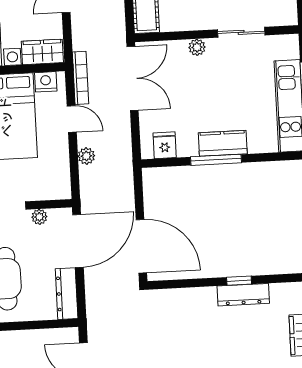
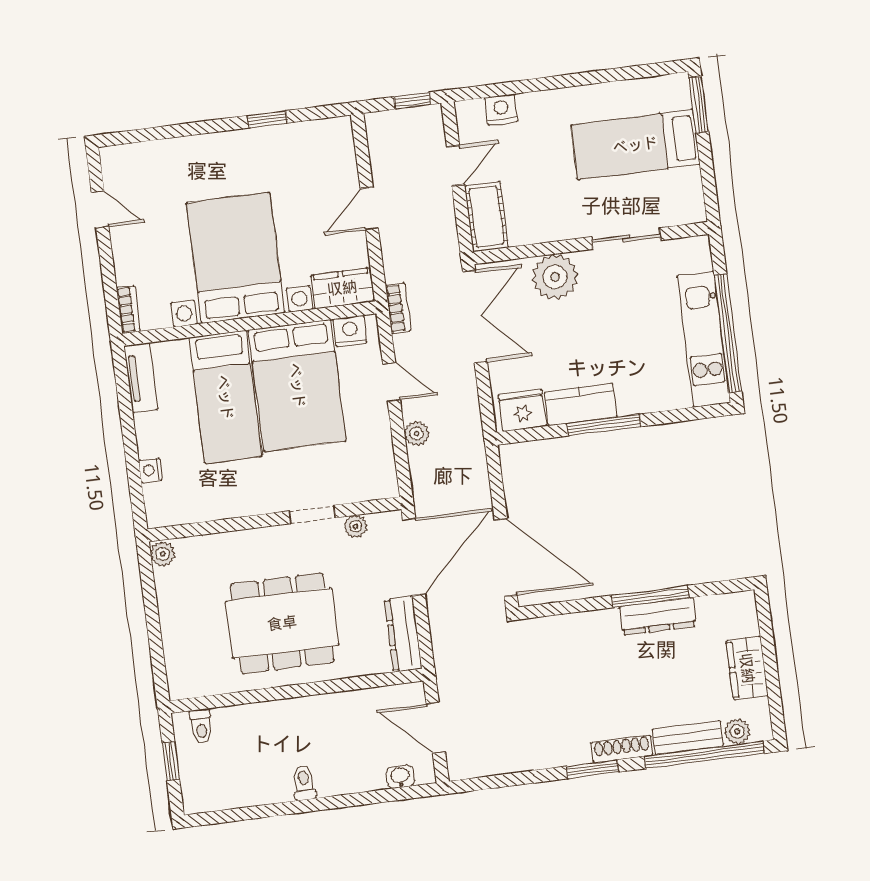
plant: (197, 47) -> (555, 277), width x1.88, depth x1.88
bookcase: (80, 78) -> (398, 308), width x0.64
kitchen counter: (223, 143) -> (581, 405), moved
fridge: (165, 145) -> (522, 410), width x1.38
window: (239, 281) -> (650, 597), width x2.17

